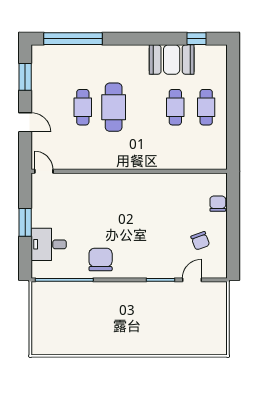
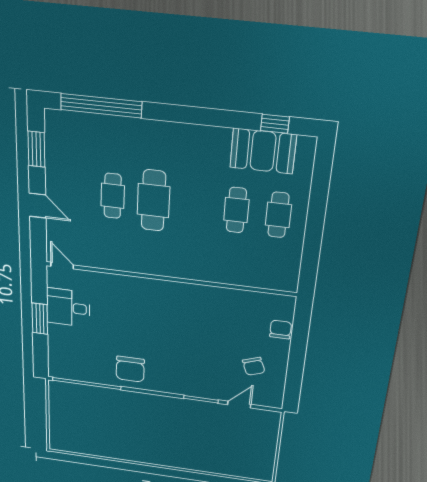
booth: (172, 60) -> (263, 151), moved
desk: (49, 244) -> (68, 308), moved
chair: (101, 260) -> (130, 369), turned 180

